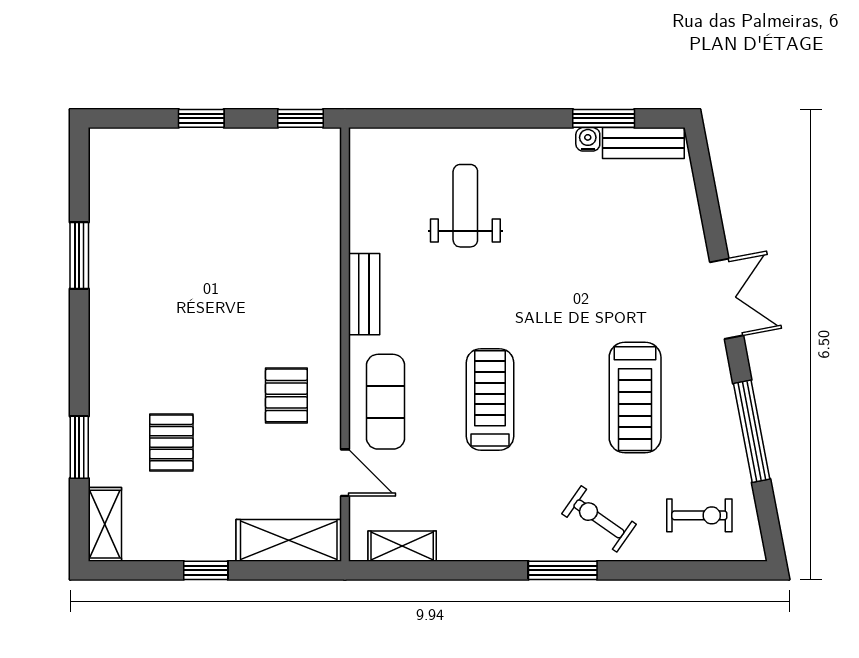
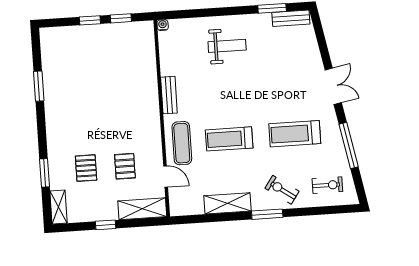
window: (301, 118) -> (121, 18), moved
water cooler: (588, 139) -> (163, 25), moved
weight bench: (465, 206) -> (227, 46), moved, turned 90
pallet: (286, 395) -> (125, 166), moved
treadmill: (635, 397) -> (295, 134), turned 90
treadmill: (490, 399) -> (229, 139), turned -90
shelving: (402, 546) -> (227, 203), moved, width x1.50, depth x1.33

